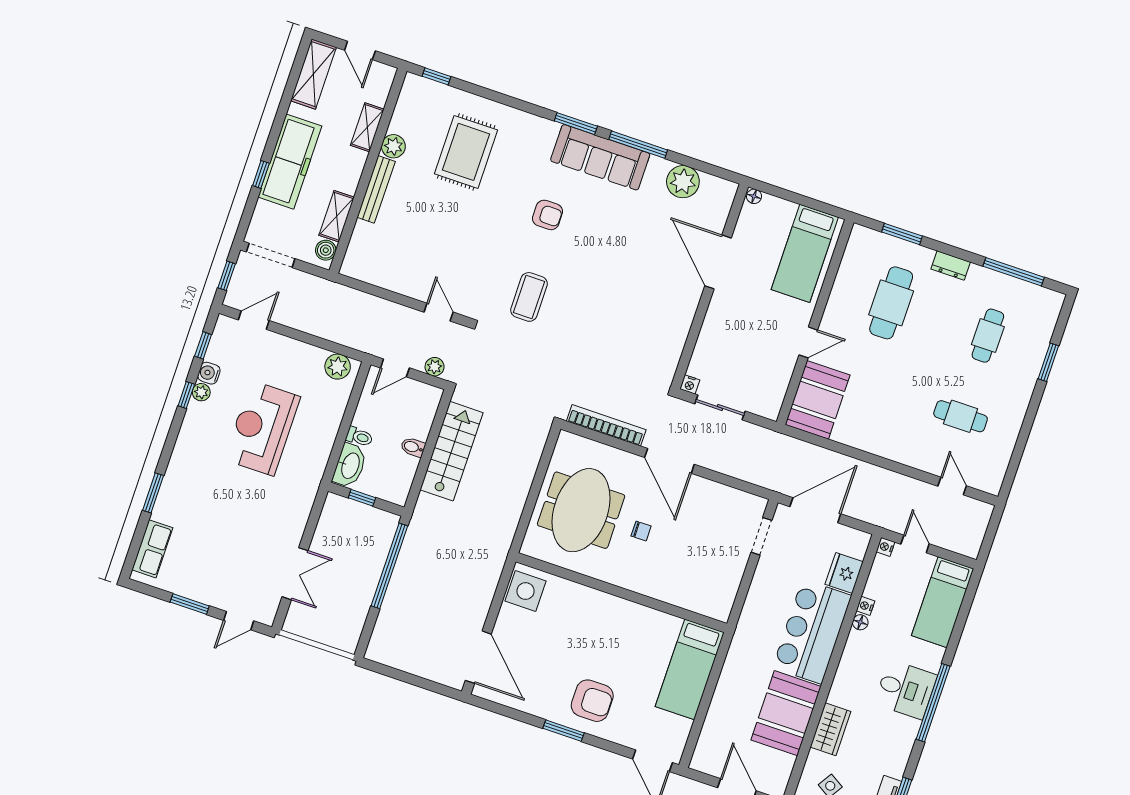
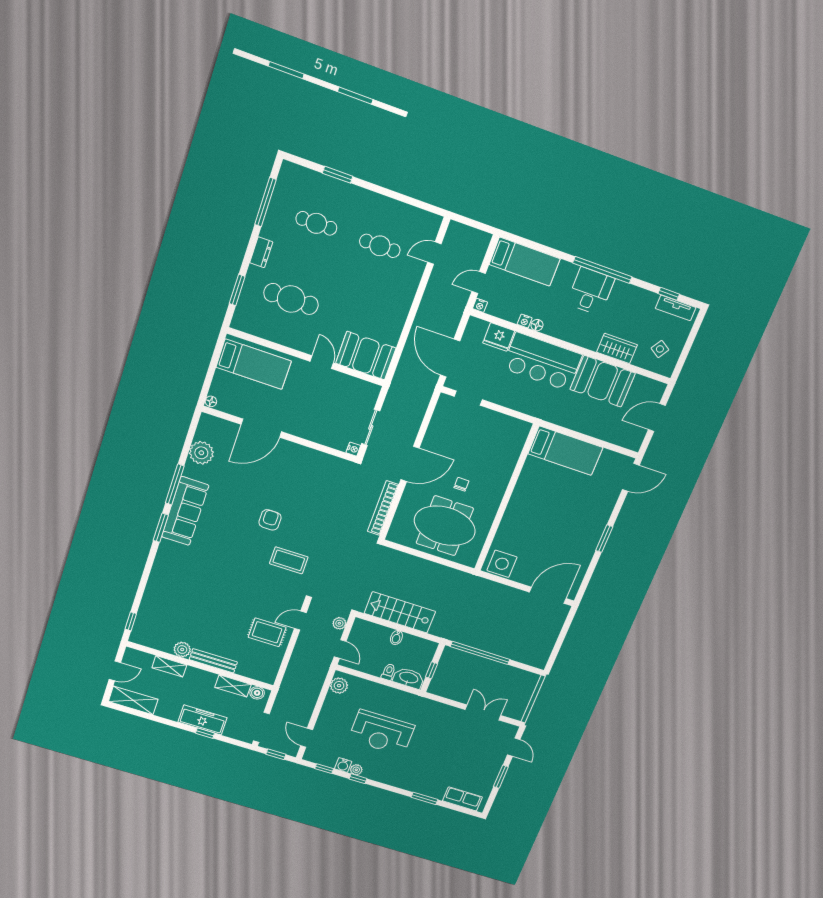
rug: (466, 152) -> (267, 632), moved, width x0.73, depth x0.70
freezer: (290, 162) -> (203, 720), width x0.73, depth x0.79
armchair: (547, 215) -> (270, 520), moved
cafe table: (961, 416) -> (380, 246), turned 90
armchair: (592, 701) -> (584, 519), removed

